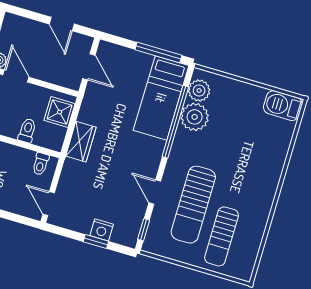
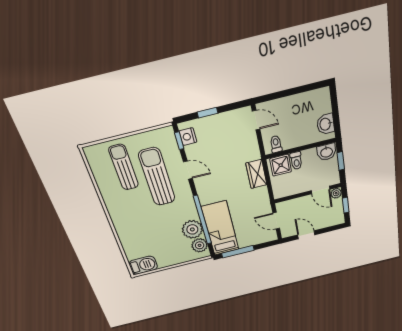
shower: (60, 112) -> (281, 165), moved
nightstand: (102, 230) -> (188, 137), moved, turned -90

